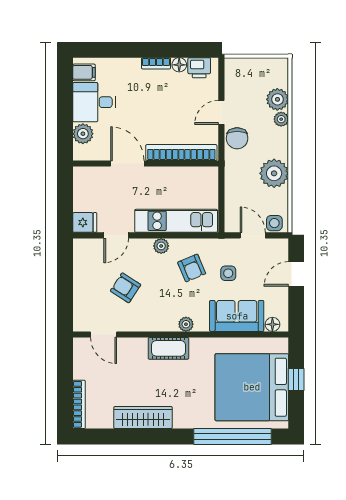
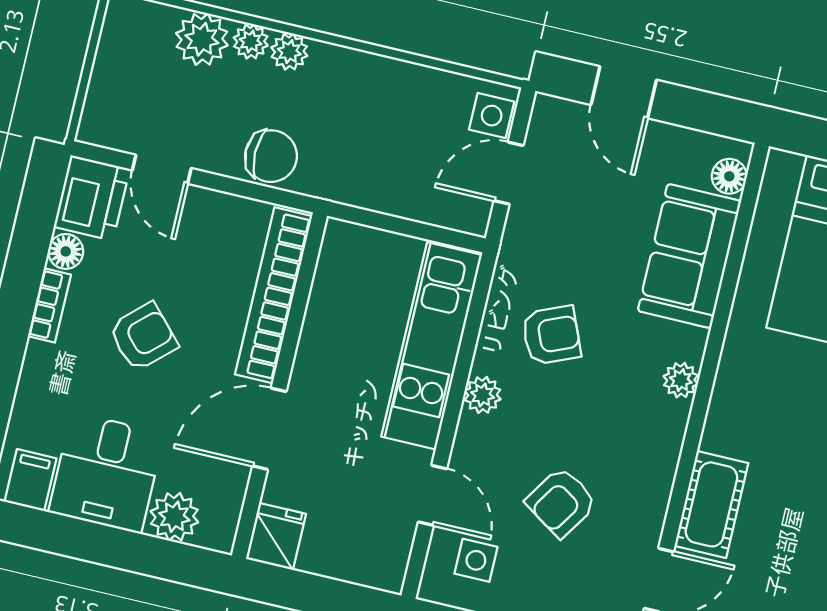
printer: (199, 68) -> (92, 198), width x1.36, depth x1.24
armchair: (152, 104) -> (143, 337), added
door: (221, 112) -> (162, 169), moved
plant: (274, 173) -> (289, 52), moved, width x0.53, depth x0.53
fridge: (85, 222) -> (276, 536), moved
side table: (228, 273) -> (476, 560), moved
cot: (168, 348) -> (711, 504), moved

